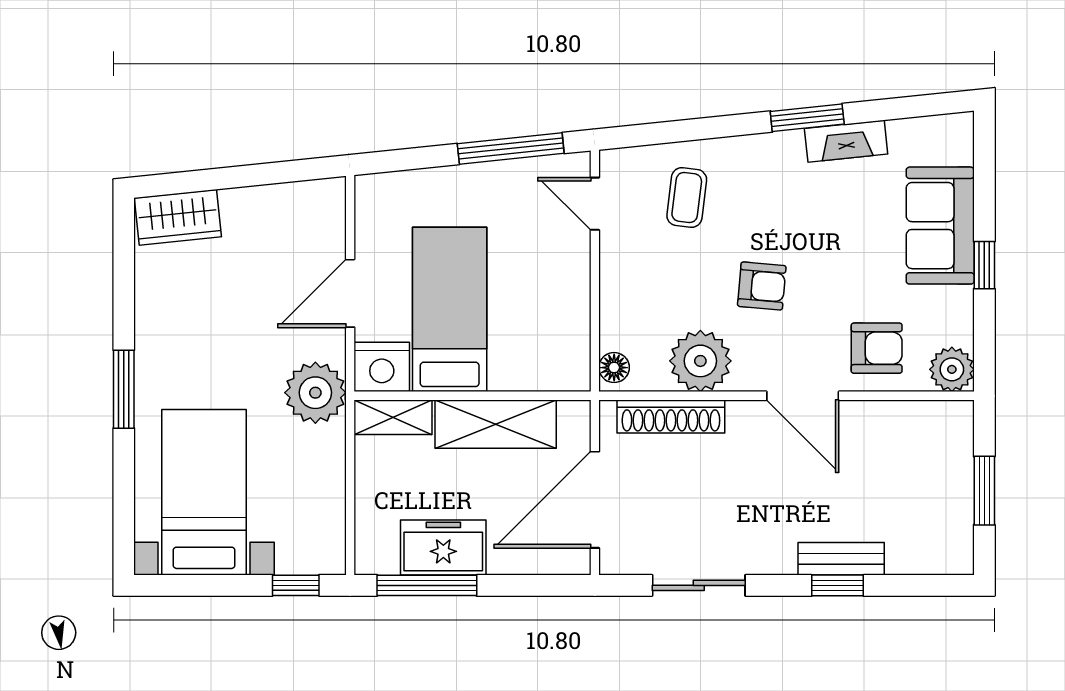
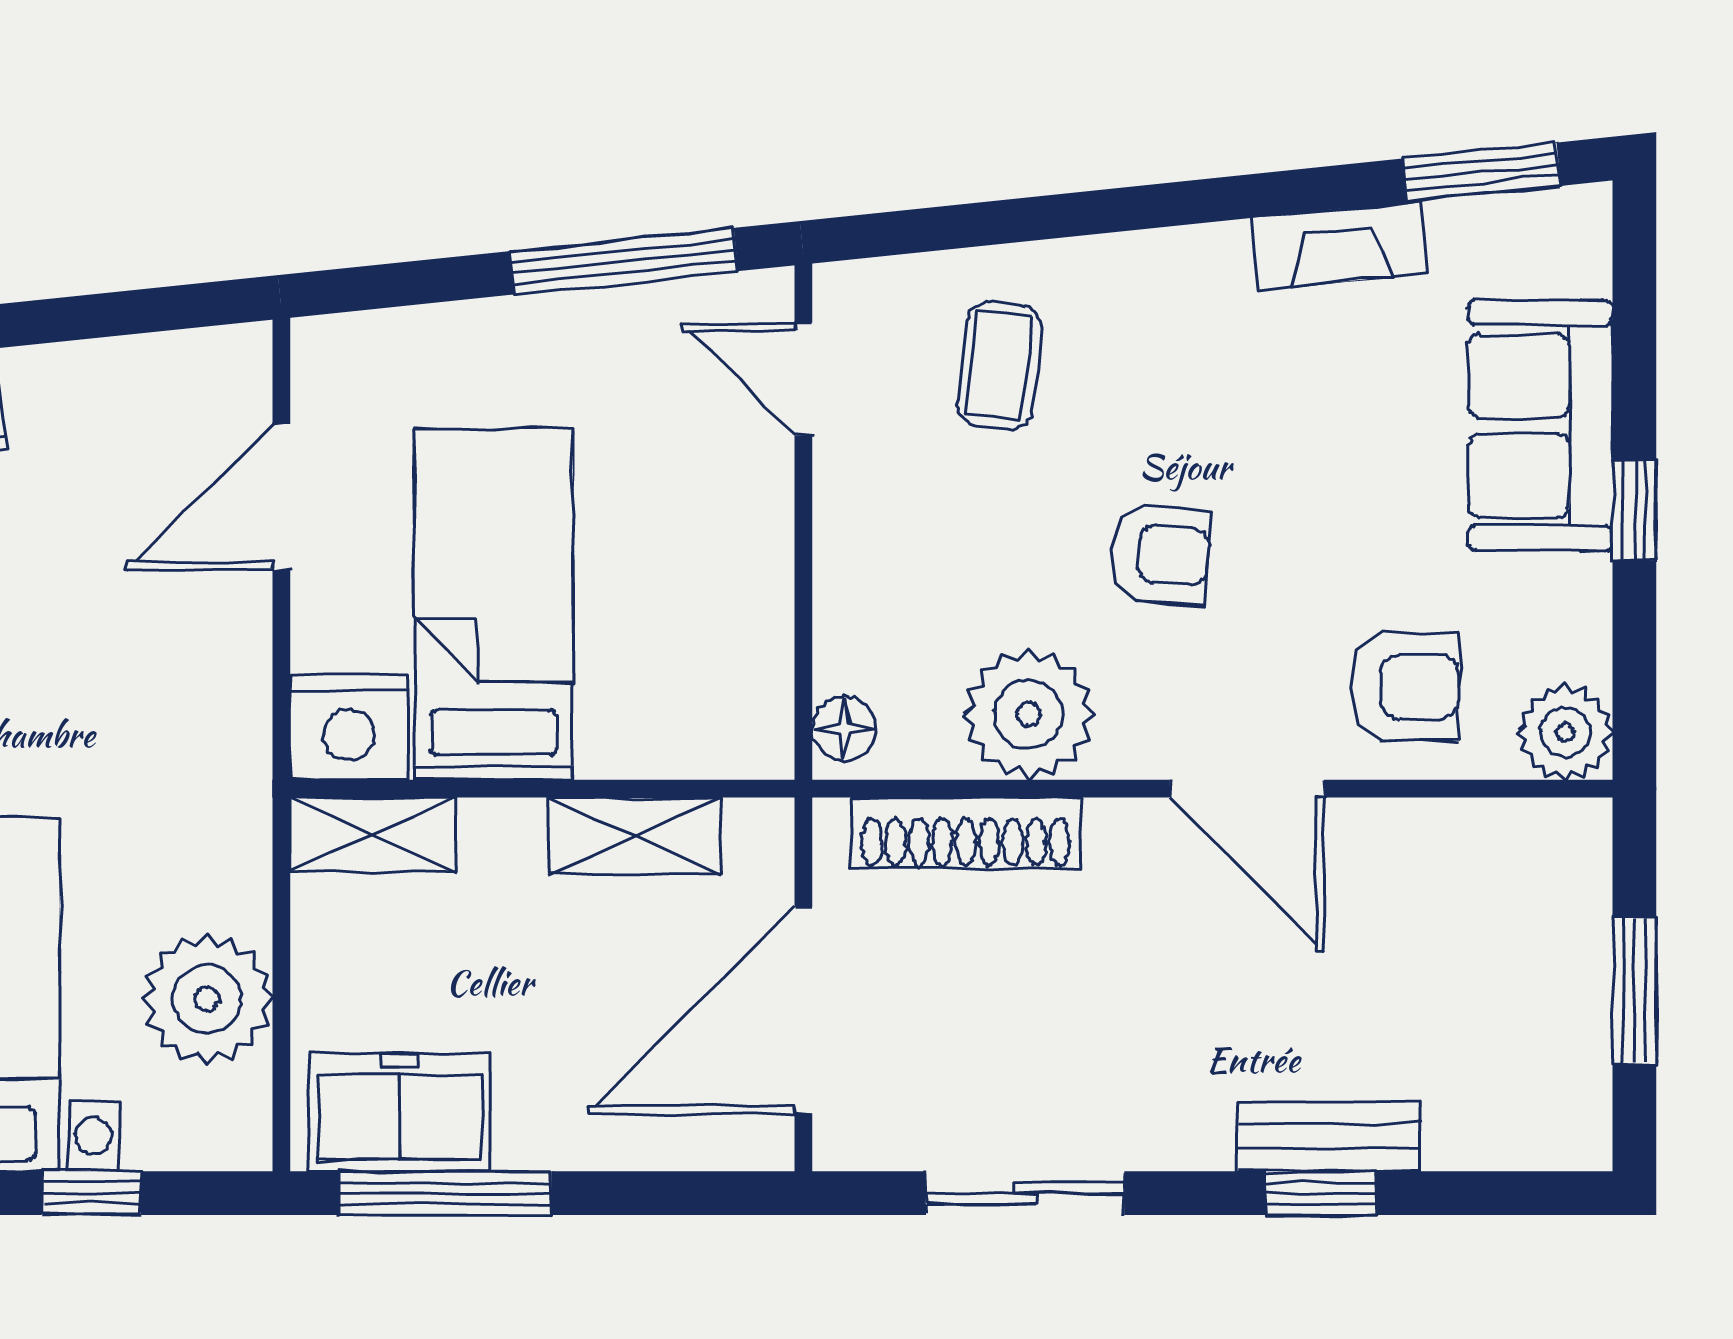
window: (807, 118) -> (1482, 172), moved
door: (350, 293) -> (281, 497), moved
plant: (315, 393) -> (207, 999), moved
shelving: (496, 424) -> (635, 836), width x0.67, depth x0.75
freezer: (443, 548) -> (399, 1112), moved
window: (296, 585) -> (91, 1193), moved

